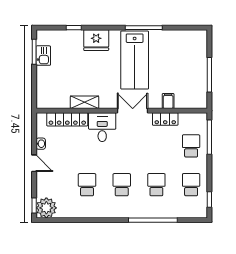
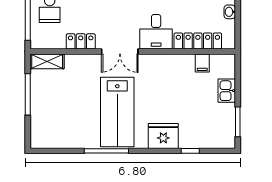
kitchen sink: (43, 56) -> (227, 91), moved
lab bench: (135, 60) -> (117, 112), turned 180
filing cabinet: (168, 101) -> (202, 63), moved
shelving: (84, 102) -> (47, 61), moved

